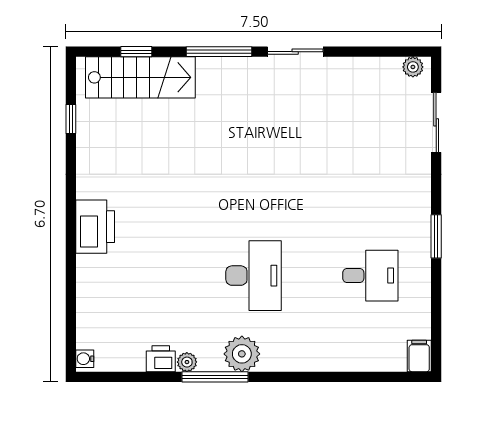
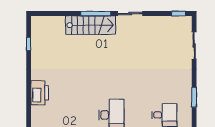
window: (136, 52) -> (179, 14), moved
plant: (413, 67) -> (184, 20), removed
stairs: (140, 77) -> (91, 25), moved

